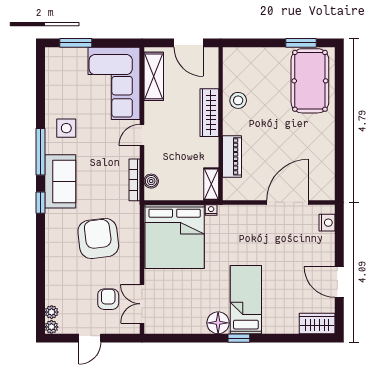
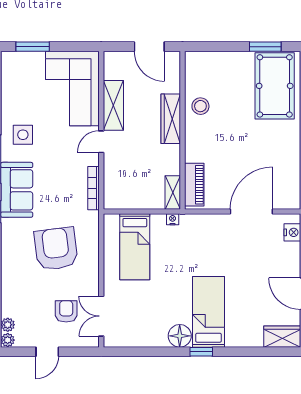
shelving: (154, 76) -> (113, 105), moved
piano: (232, 156) -> (194, 185), moved
boiler: (151, 181) -> (111, 189), removed
bed: (175, 237) -> (135, 247), width x0.49

